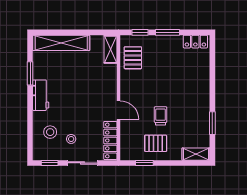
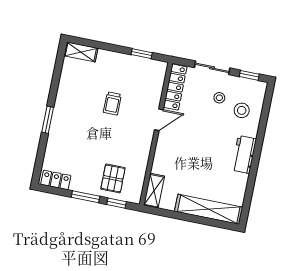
pallet: (133, 58) -> (113, 178), moved
window: (30, 73) -> (251, 182), removed
door: (118, 110) -> (159, 120), swing flipped
window: (212, 123) -> (48, 120), moved
pallet: (156, 143) -> (124, 73), removed

